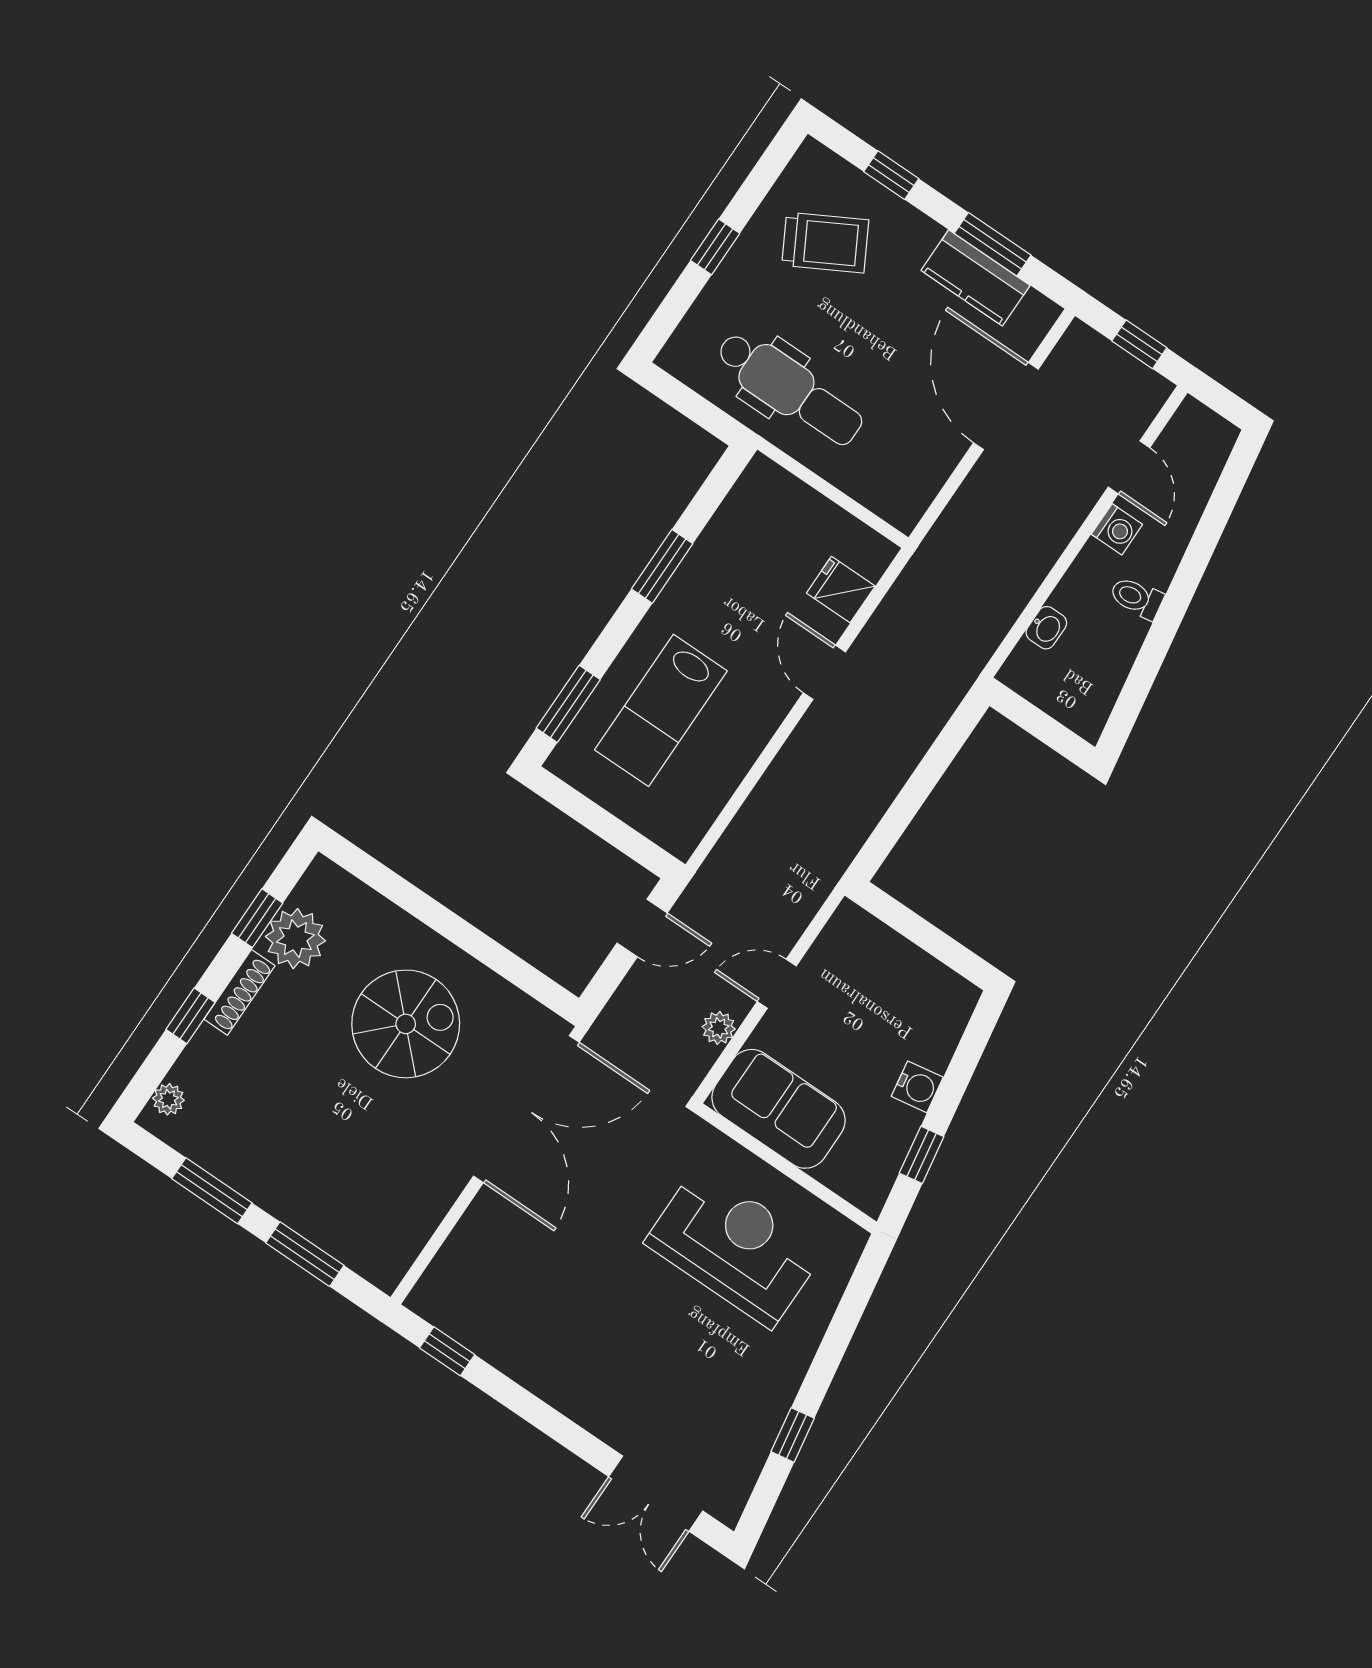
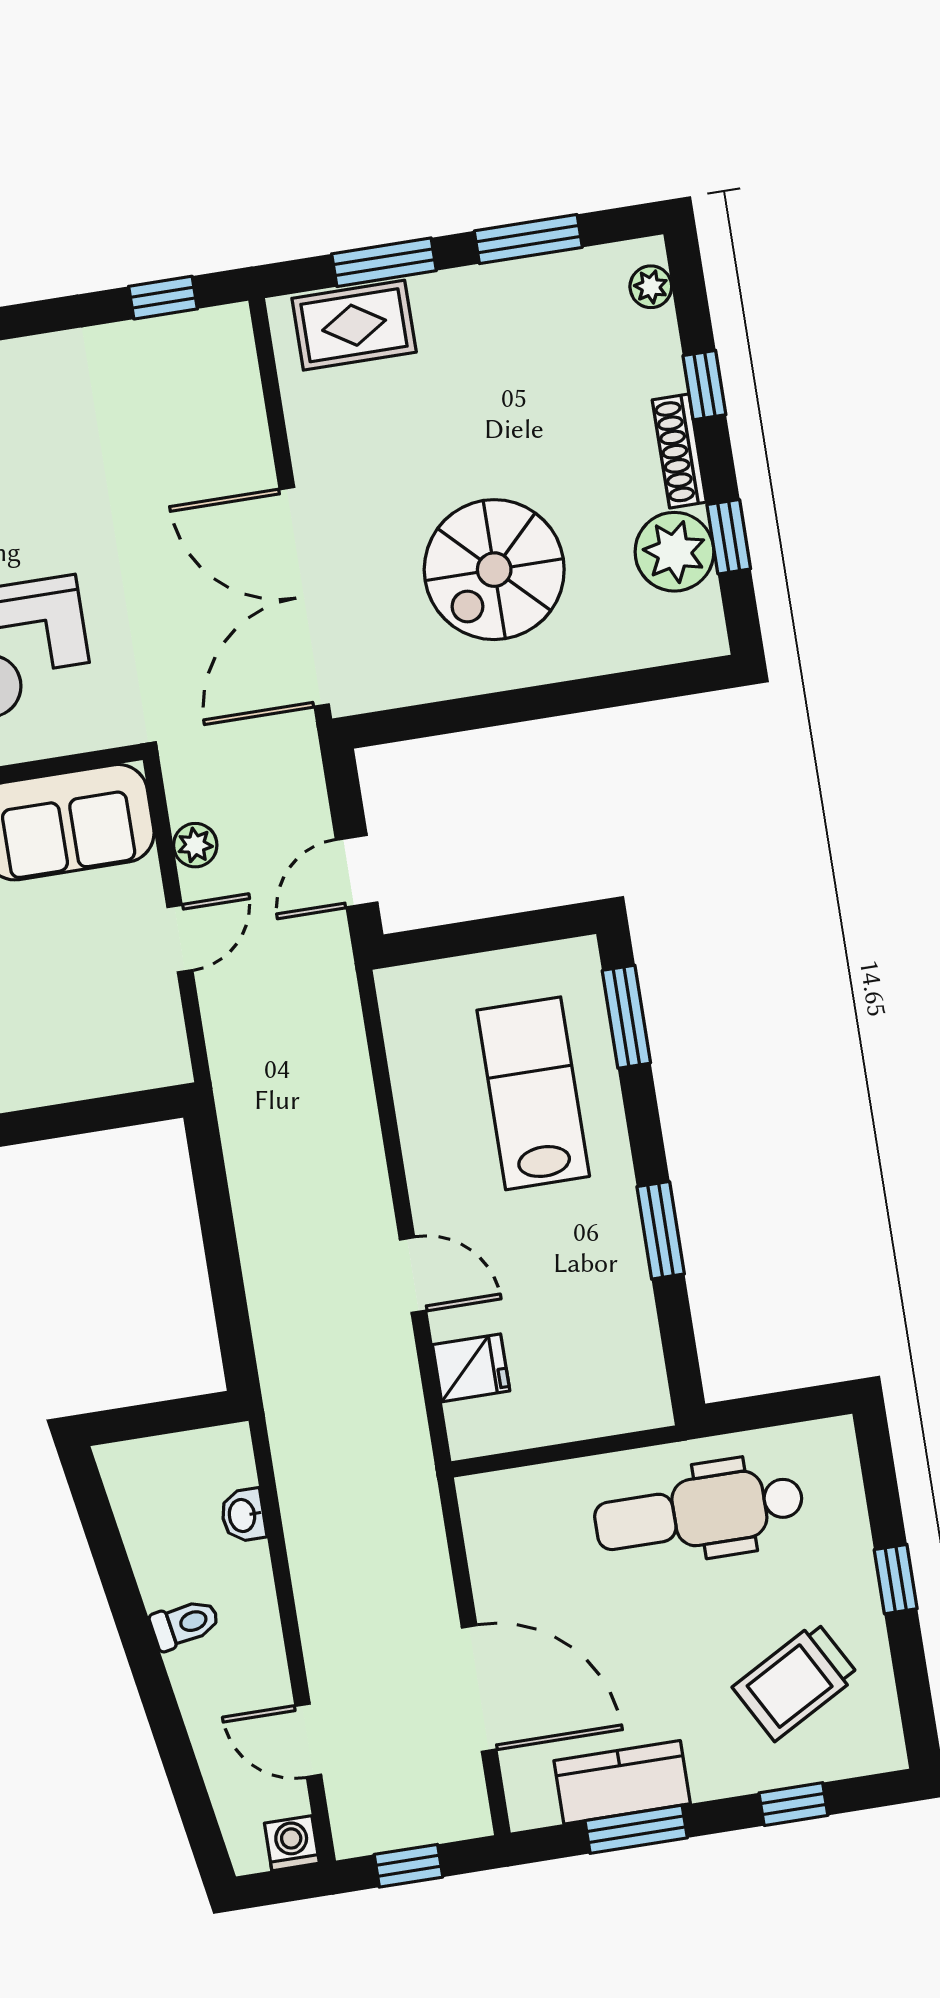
washing machine: (1117, 529) -> (292, 1843), moved, turned 90
rug: (355, 1235) -> (354, 325), added

